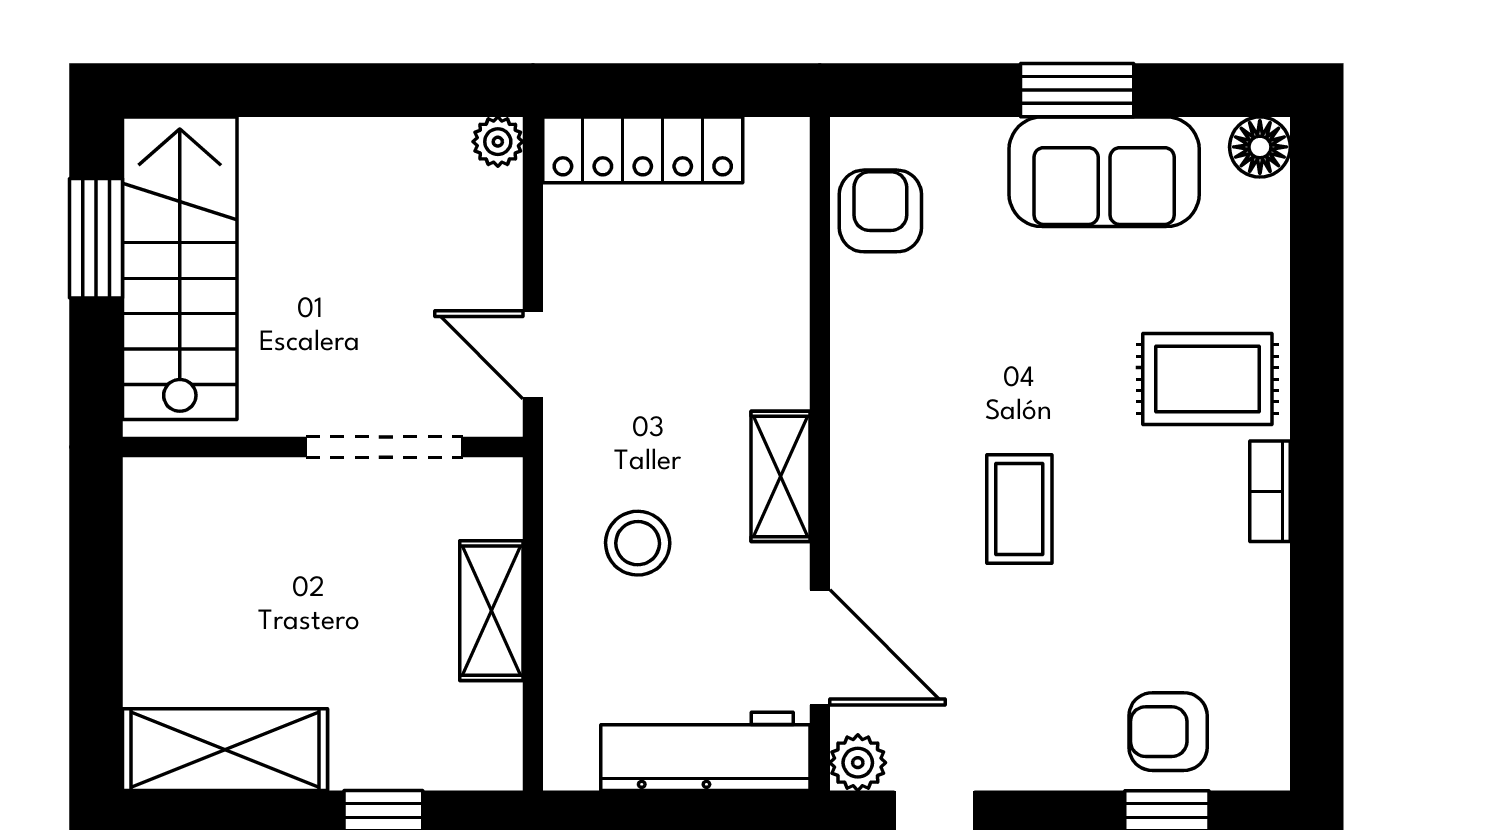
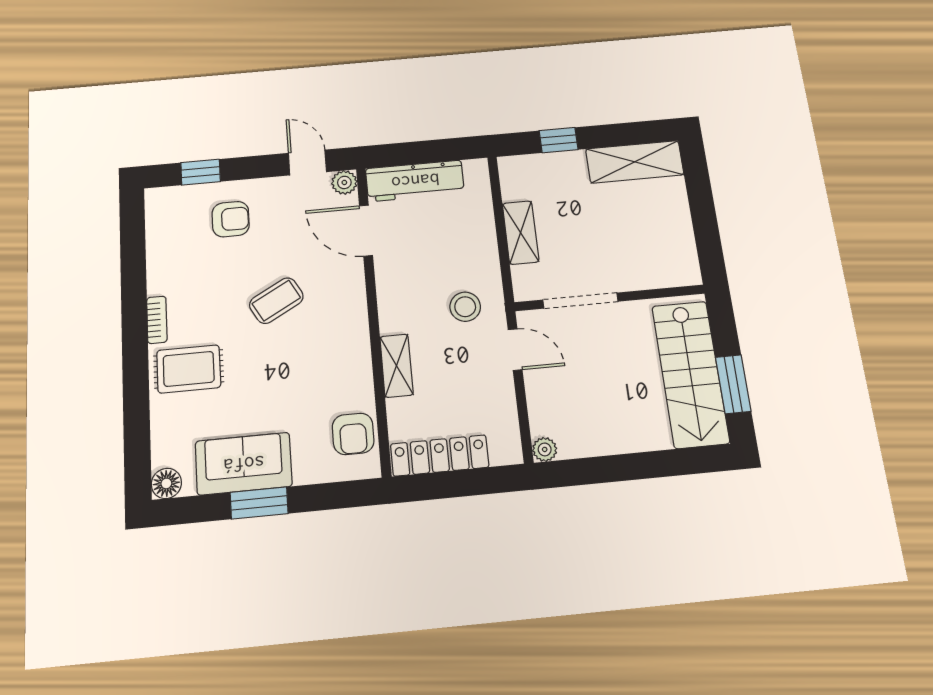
locker: (643, 150) -> (440, 456), moved
shelving: (780, 476) -> (397, 366), moved
coffee table: (1019, 509) -> (276, 301), turned 61
stool: (638, 543) -> (465, 307), moved
armchair: (1168, 732) -> (231, 219), moved

